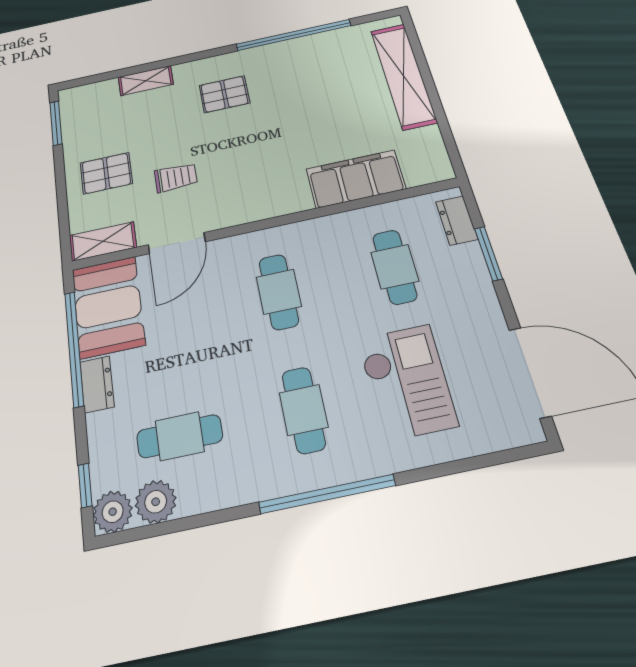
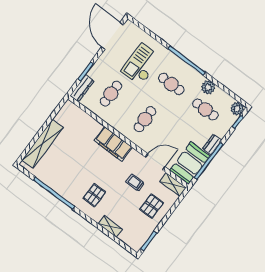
pallet: (224, 94) -> (94, 195), turned 90
pallet: (106, 173) -> (152, 206), turned 90
filing cabinet: (356, 179) -> (113, 144), moved
dresser: (457, 220) -> (82, 88), width x1.44
cafe table: (304, 410) -> (171, 84), turned 90
plant: (156, 502) -> (208, 87), moved

